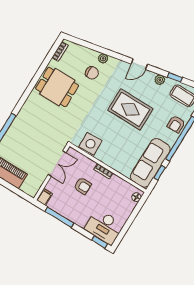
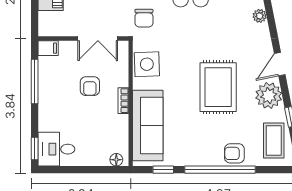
door: (139, 64) -> (280, 64), hinge flipped
chair: (92, 73) -> (144, 18), moved
plant: (160, 80) -> (269, 96), width x1.88, depth x1.88
sofa: (150, 163) -> (148, 125), moved, turned 90
desk: (104, 227) -> (56, 149), width x0.73

